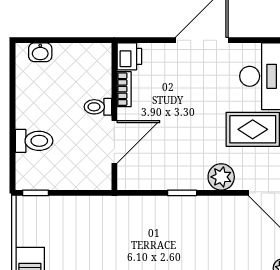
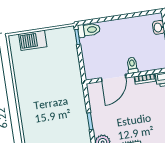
toilet: (34, 141) -> (89, 30), moved, turned -90
door: (114, 142) -> (114, 78), hinge flipped

